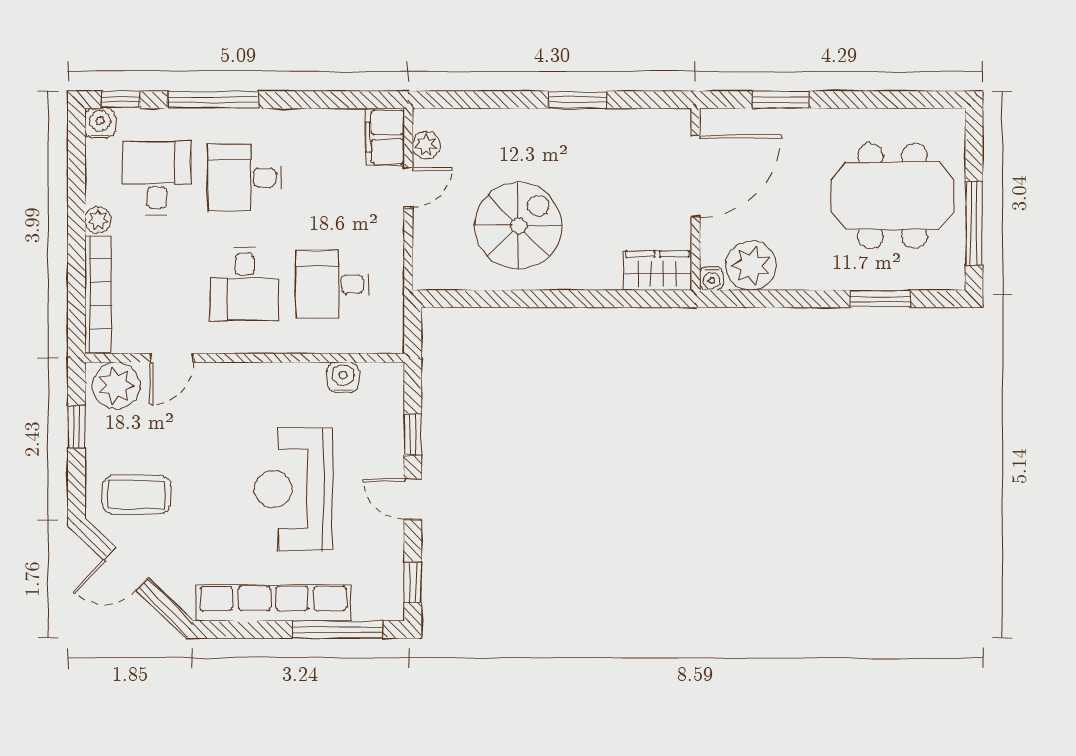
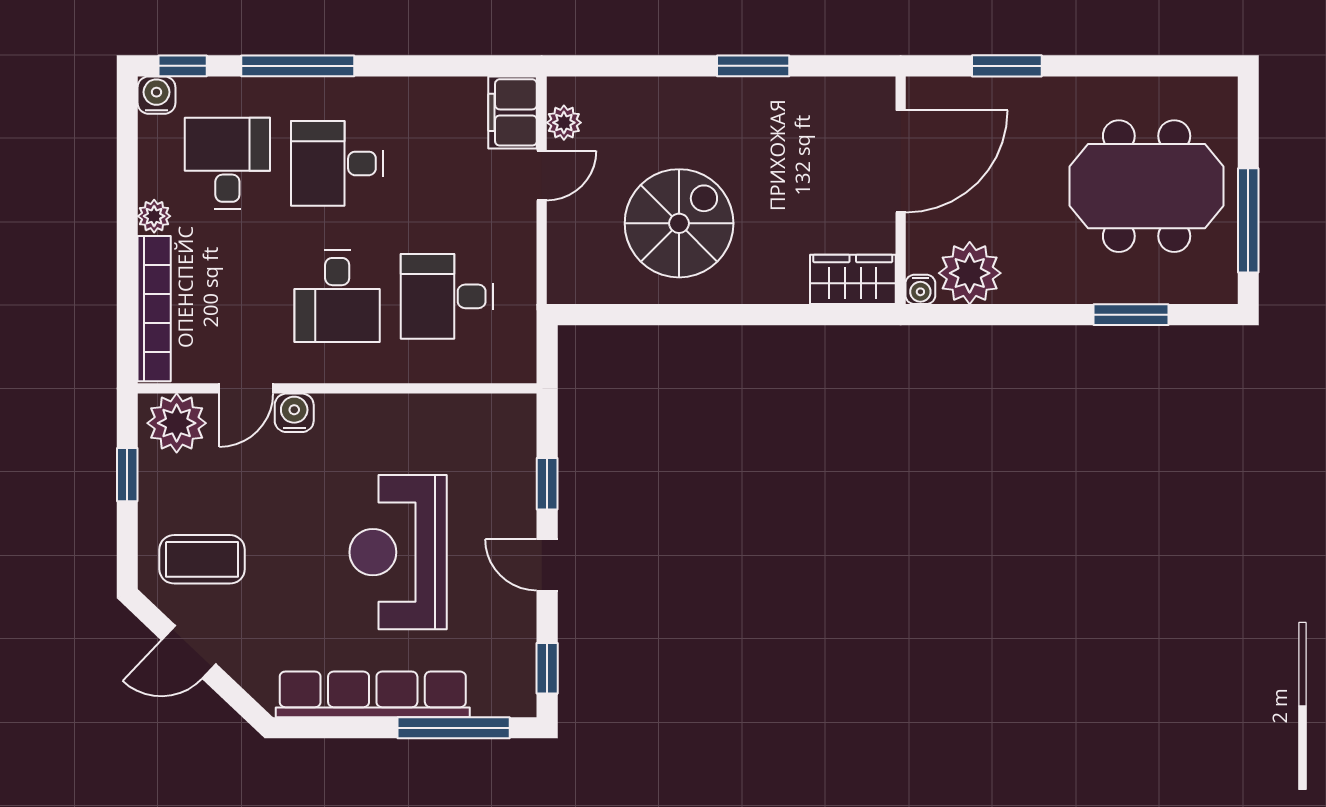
water cooler: (343, 377) -> (294, 413), moved

